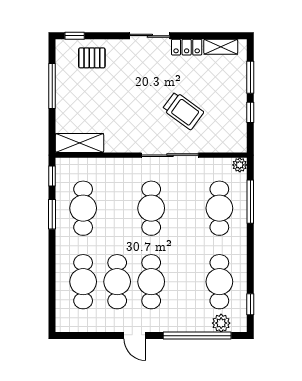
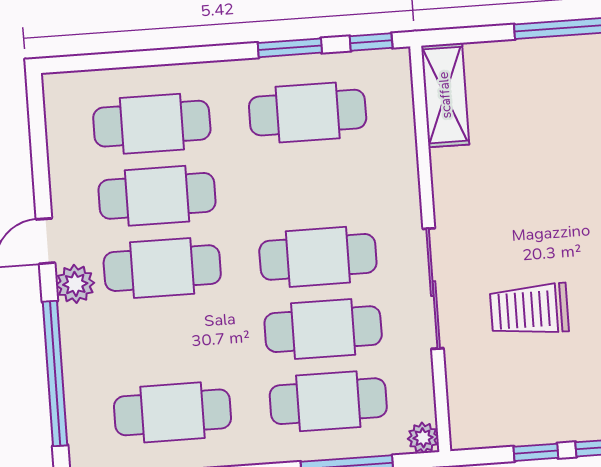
trolley: (183, 111) -> (529, 310), turned 54
cafe table: (185, 208) -> (323, 329), added
plant: (221, 323) -> (75, 284), moved

